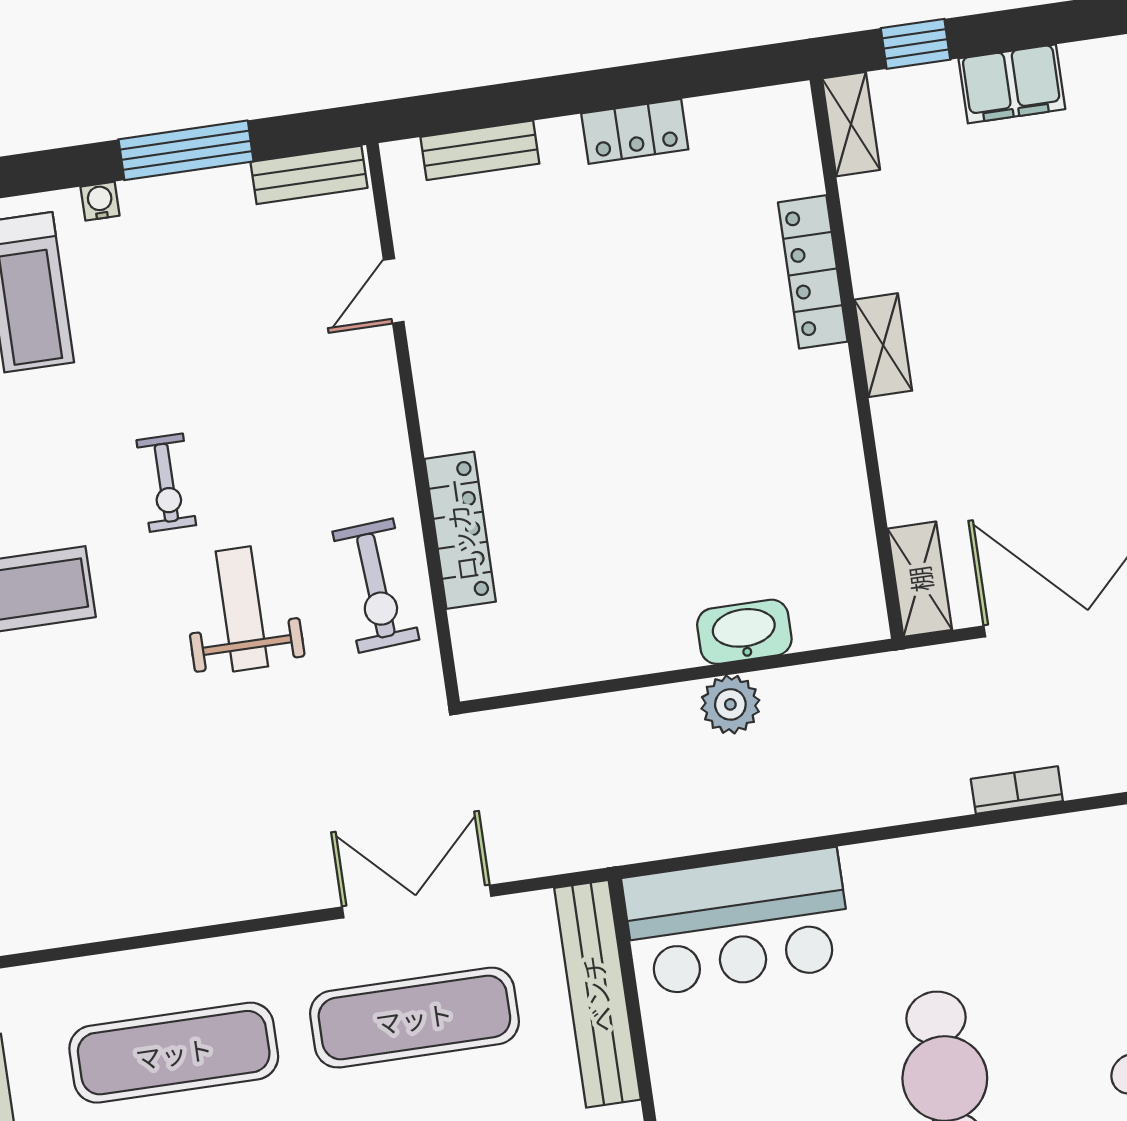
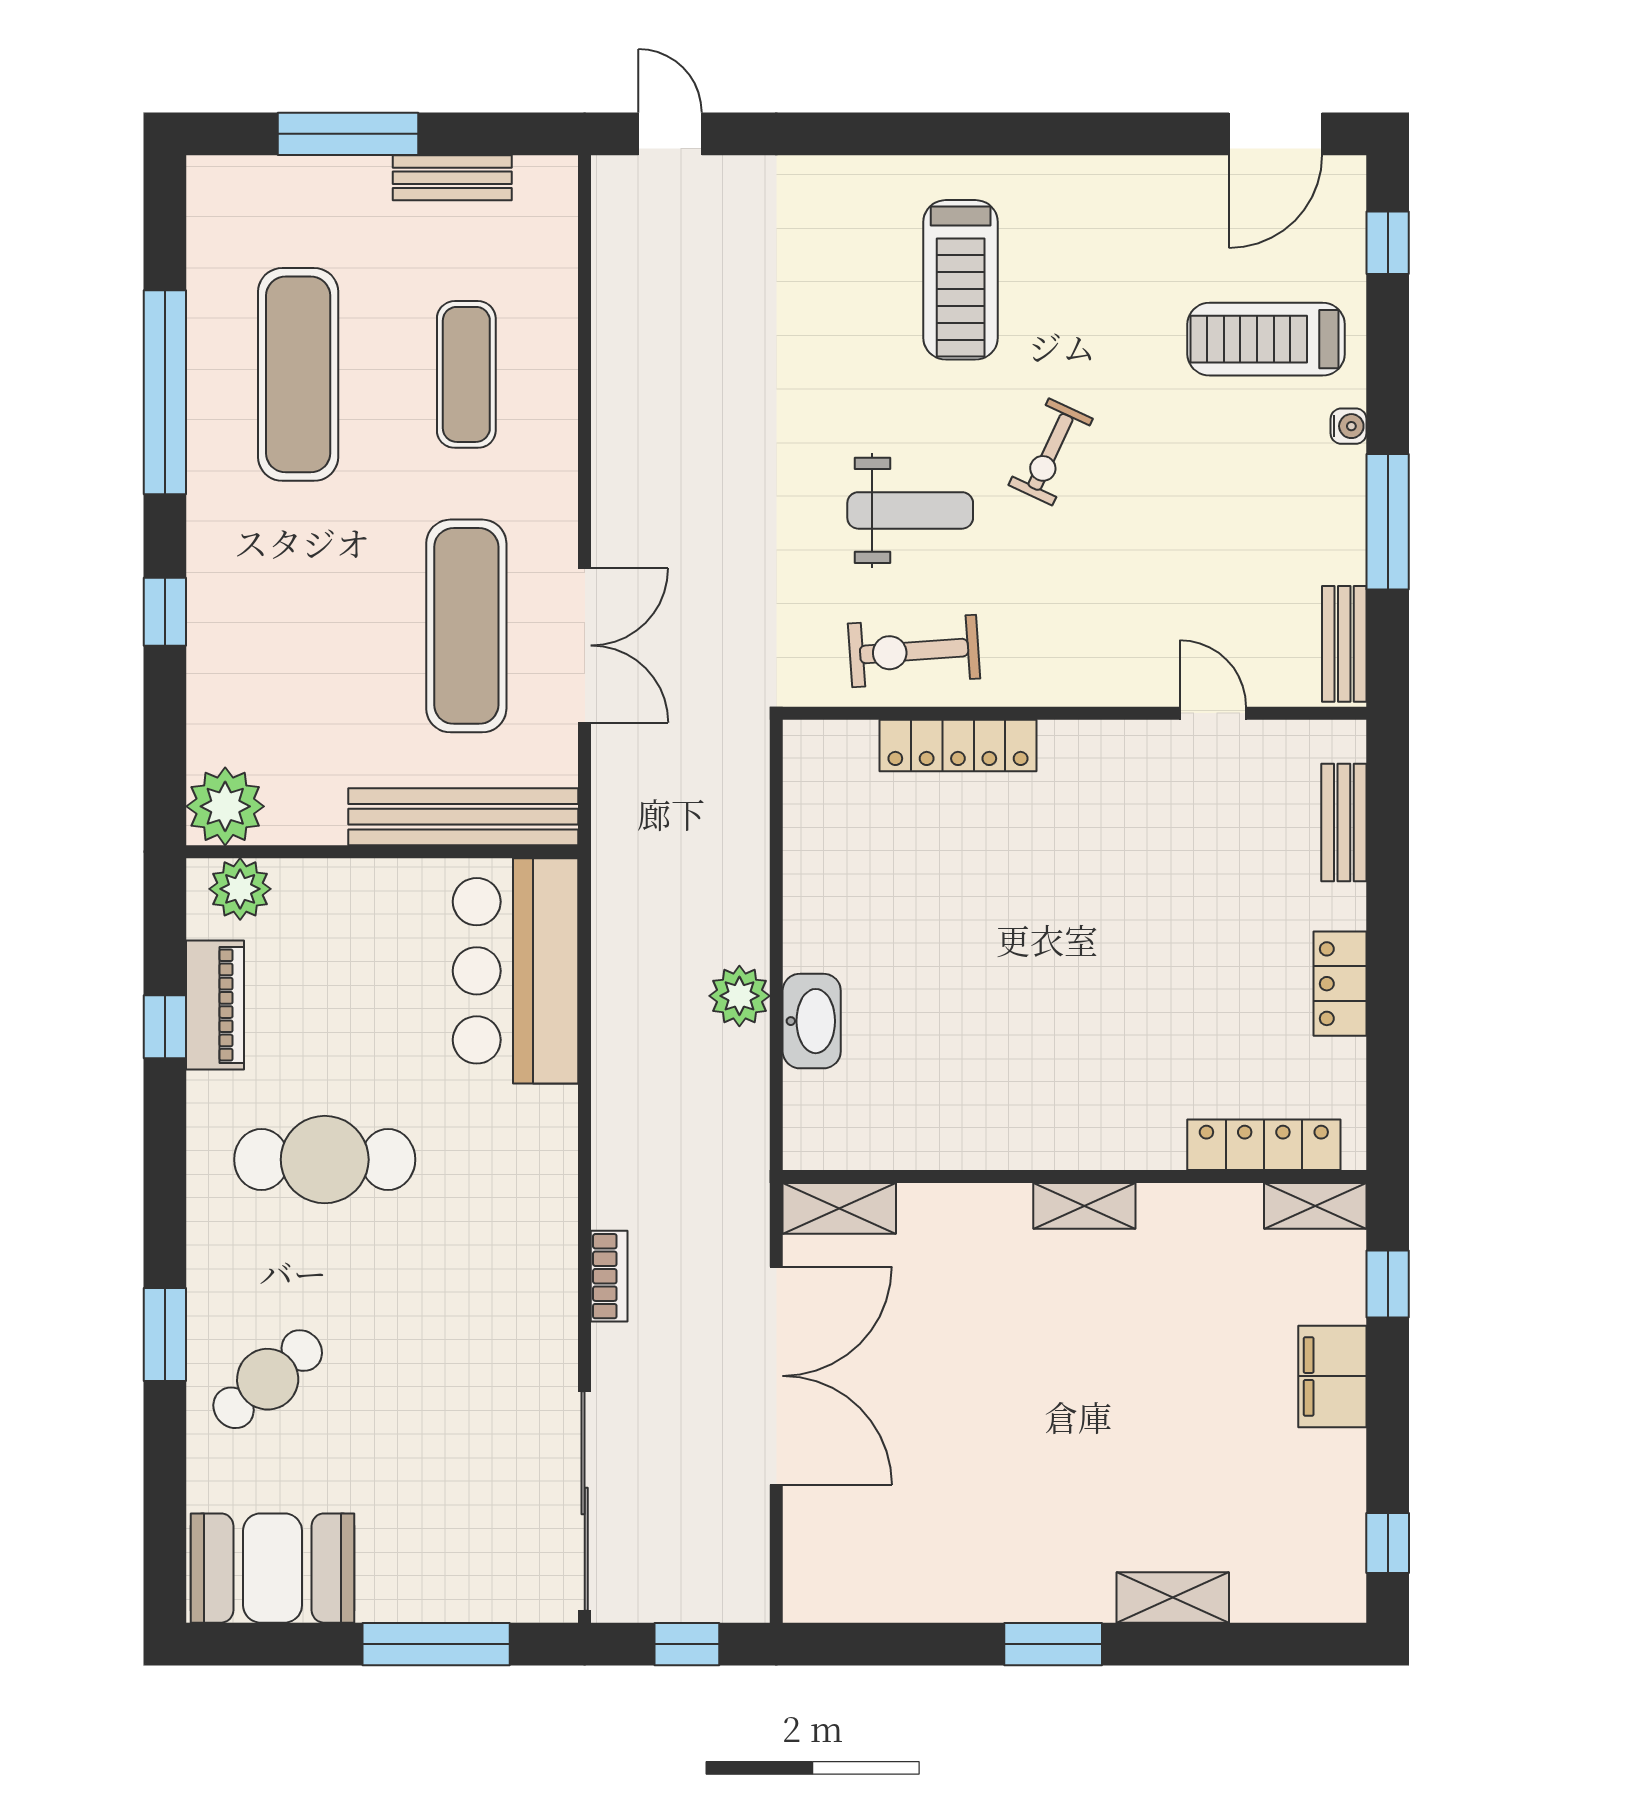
locker: (813, 272) -> (1264, 1145), moved
exercise bike: (166, 483) -> (1051, 452), turned -65
exercise mat: (174, 1053) -> (466, 374), width x0.73, depth x0.69

